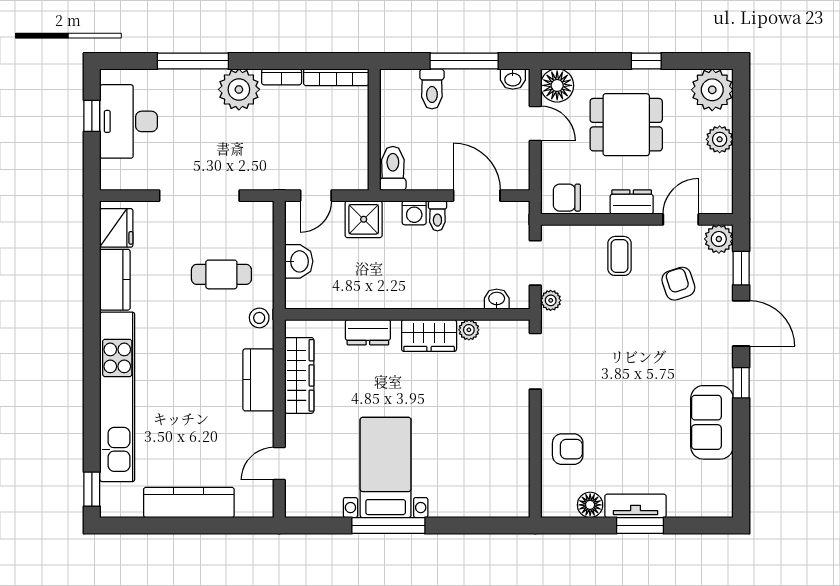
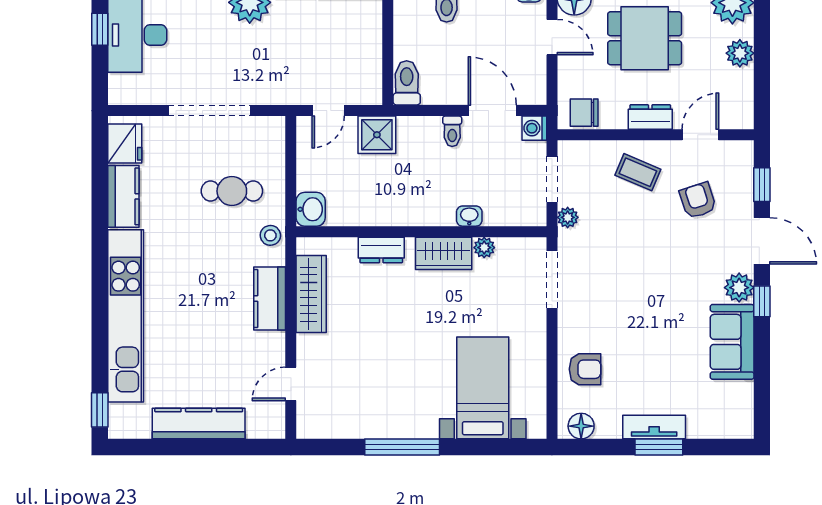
washing machine: (414, 213) -> (534, 128), moved, turned 90
plant: (719, 239) -> (739, 288), moved
coffee table: (620, 256) -> (638, 172), turned -67
washbasin: (299, 261) -> (311, 209), moved
washbasin: (497, 299) -> (469, 216), moved
bed with nightstands: (386, 467) -> (483, 388), moved
floor lamp: (590, 505) -> (581, 426), moved

